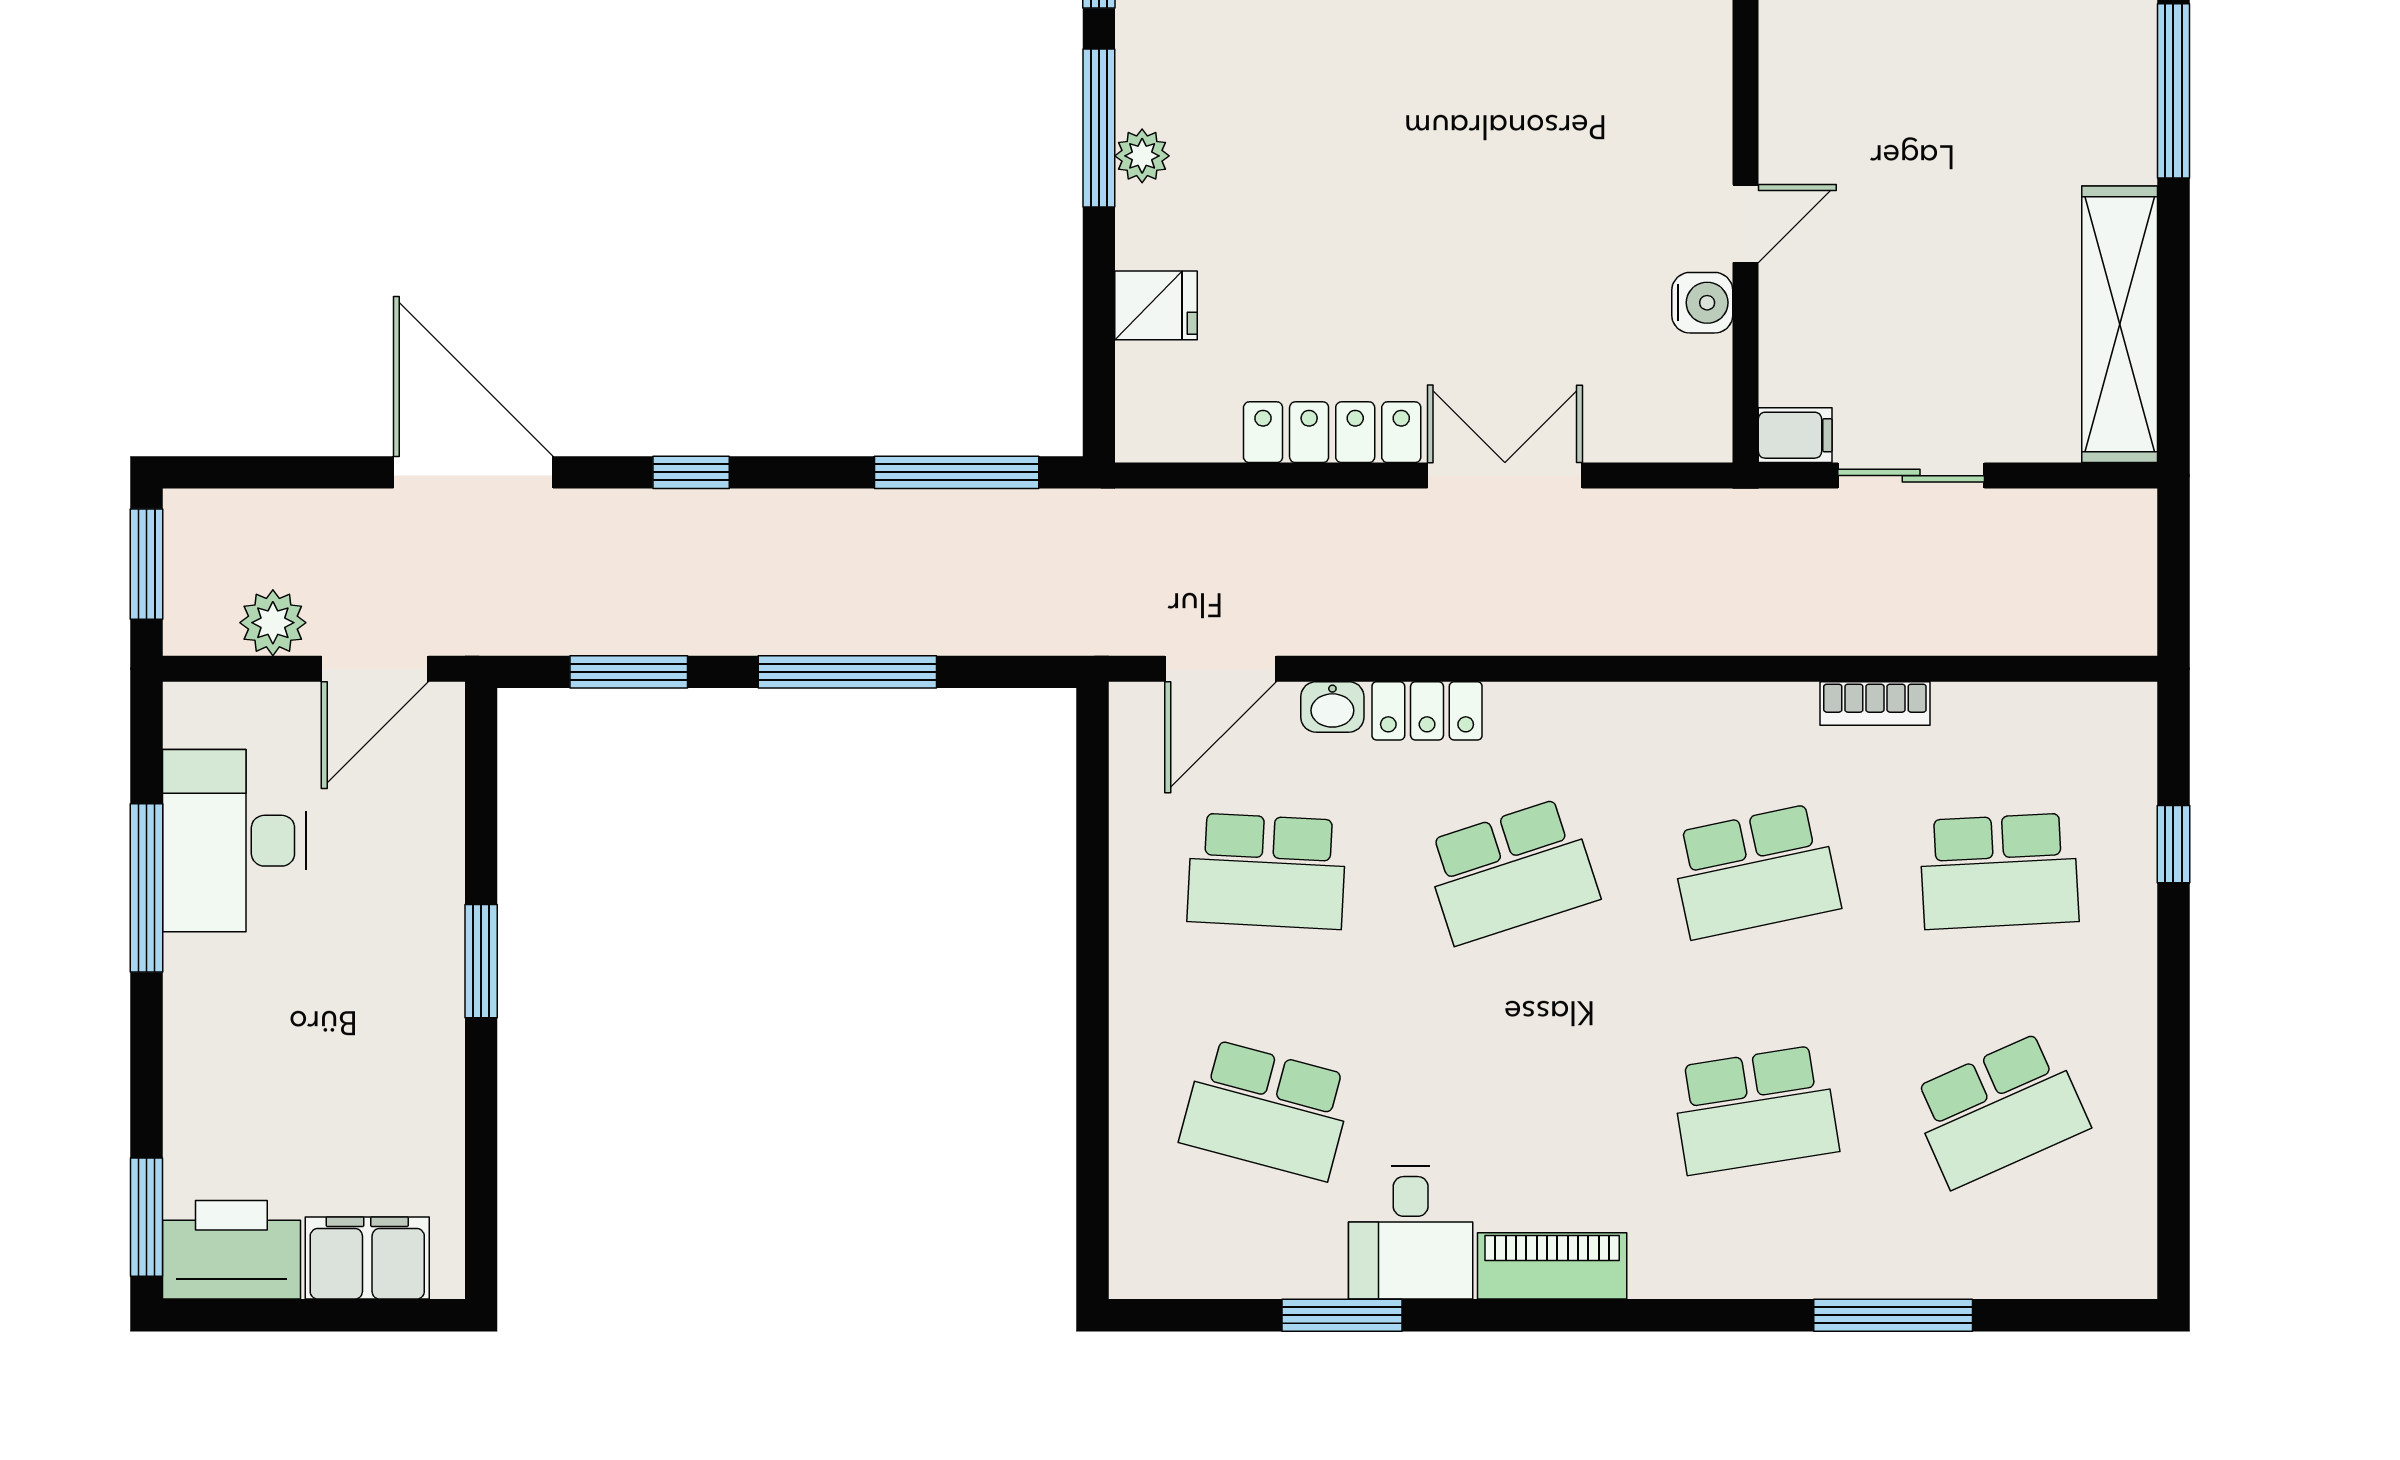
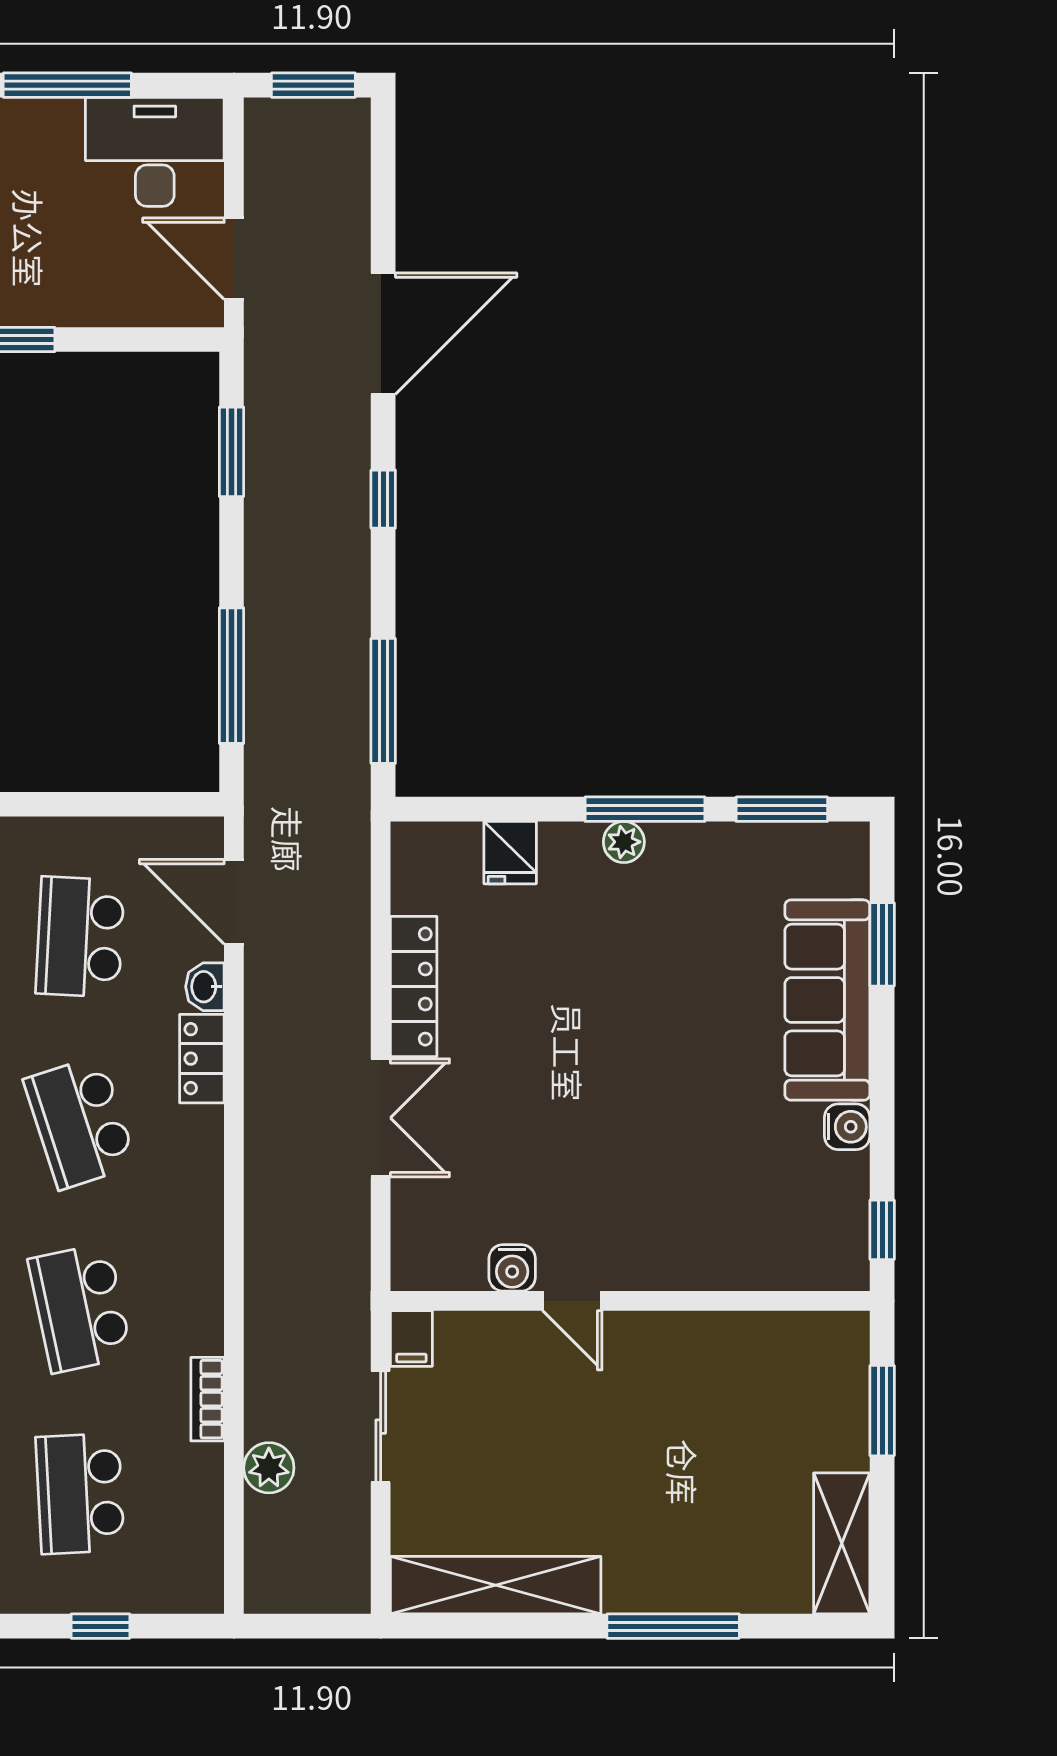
plant: (273, 623) -> (269, 1468), moved
window: (847, 672) -> (231, 676), moved
desk: (234, 841) -> (155, 152), moved

